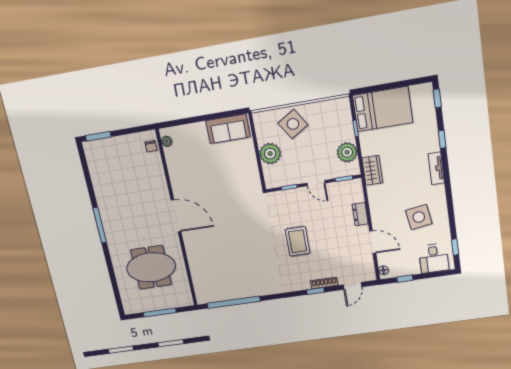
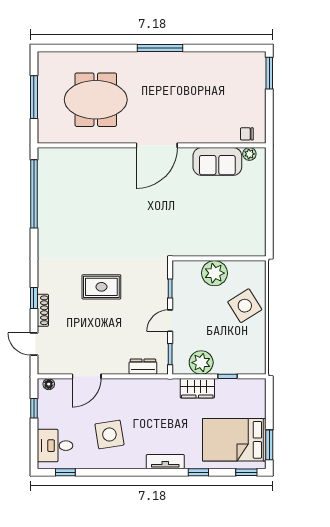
window: (410, 82) -> (269, 445), added
bed: (383, 109) -> (234, 440), moved, turned 90
sofa: (228, 129) -> (217, 161), moved, turned -90
wardrobe: (372, 170) -> (197, 388), moved
dresser: (360, 214) -> (143, 367), moved
meeting table: (151, 267) -> (96, 100), turned 90

